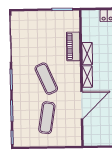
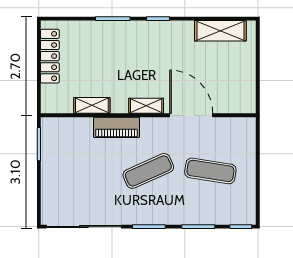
piano: (73, 46) -> (116, 127), moved
shelving: (87, 54) -> (92, 105), moved

